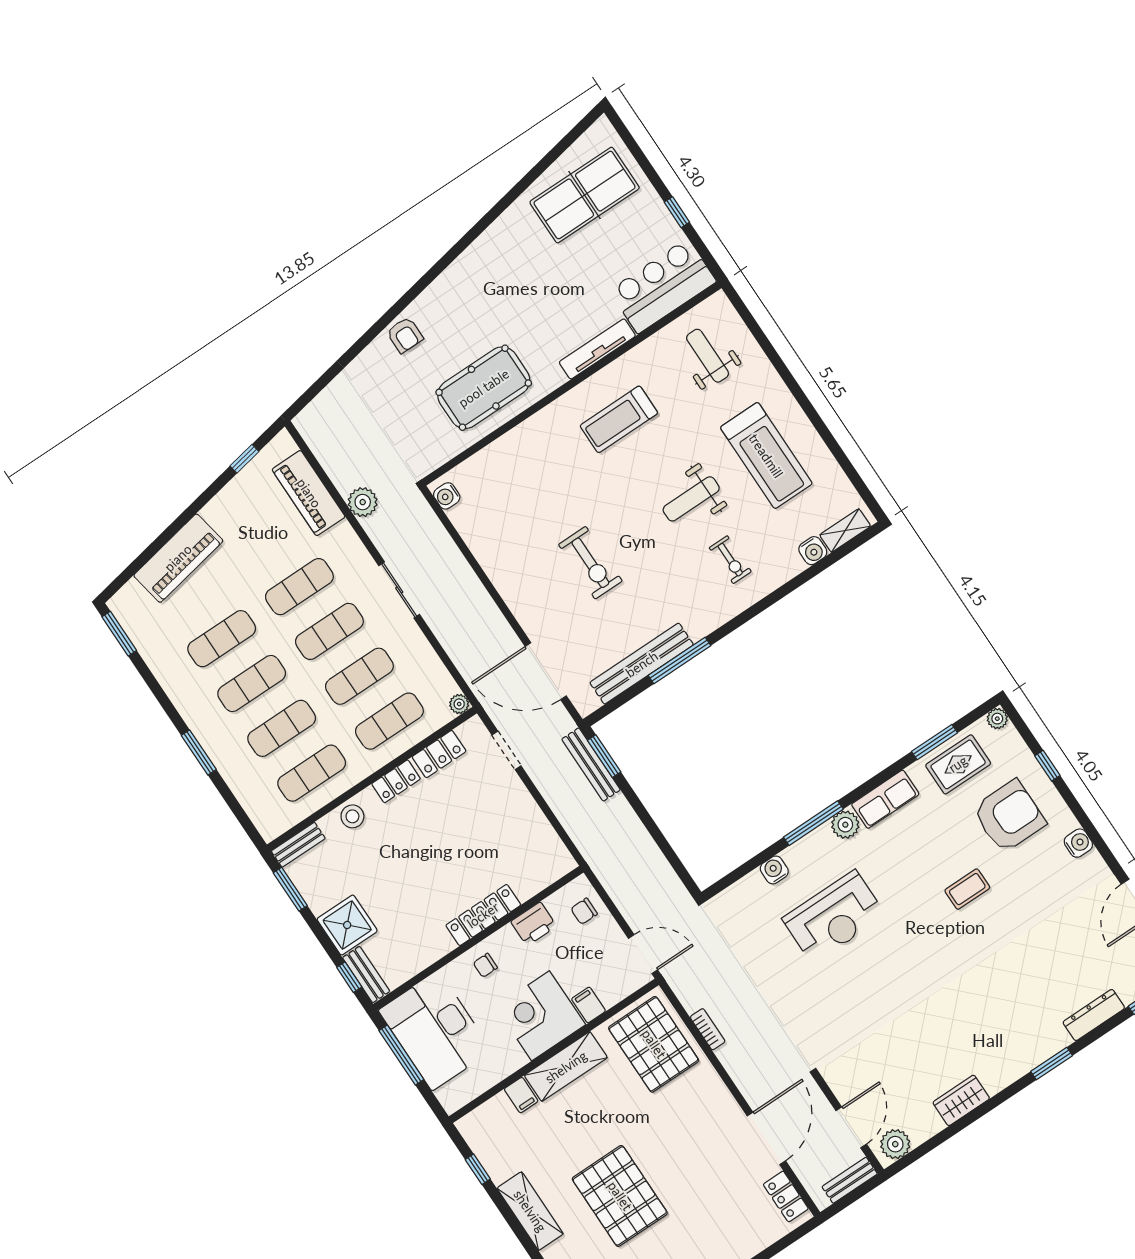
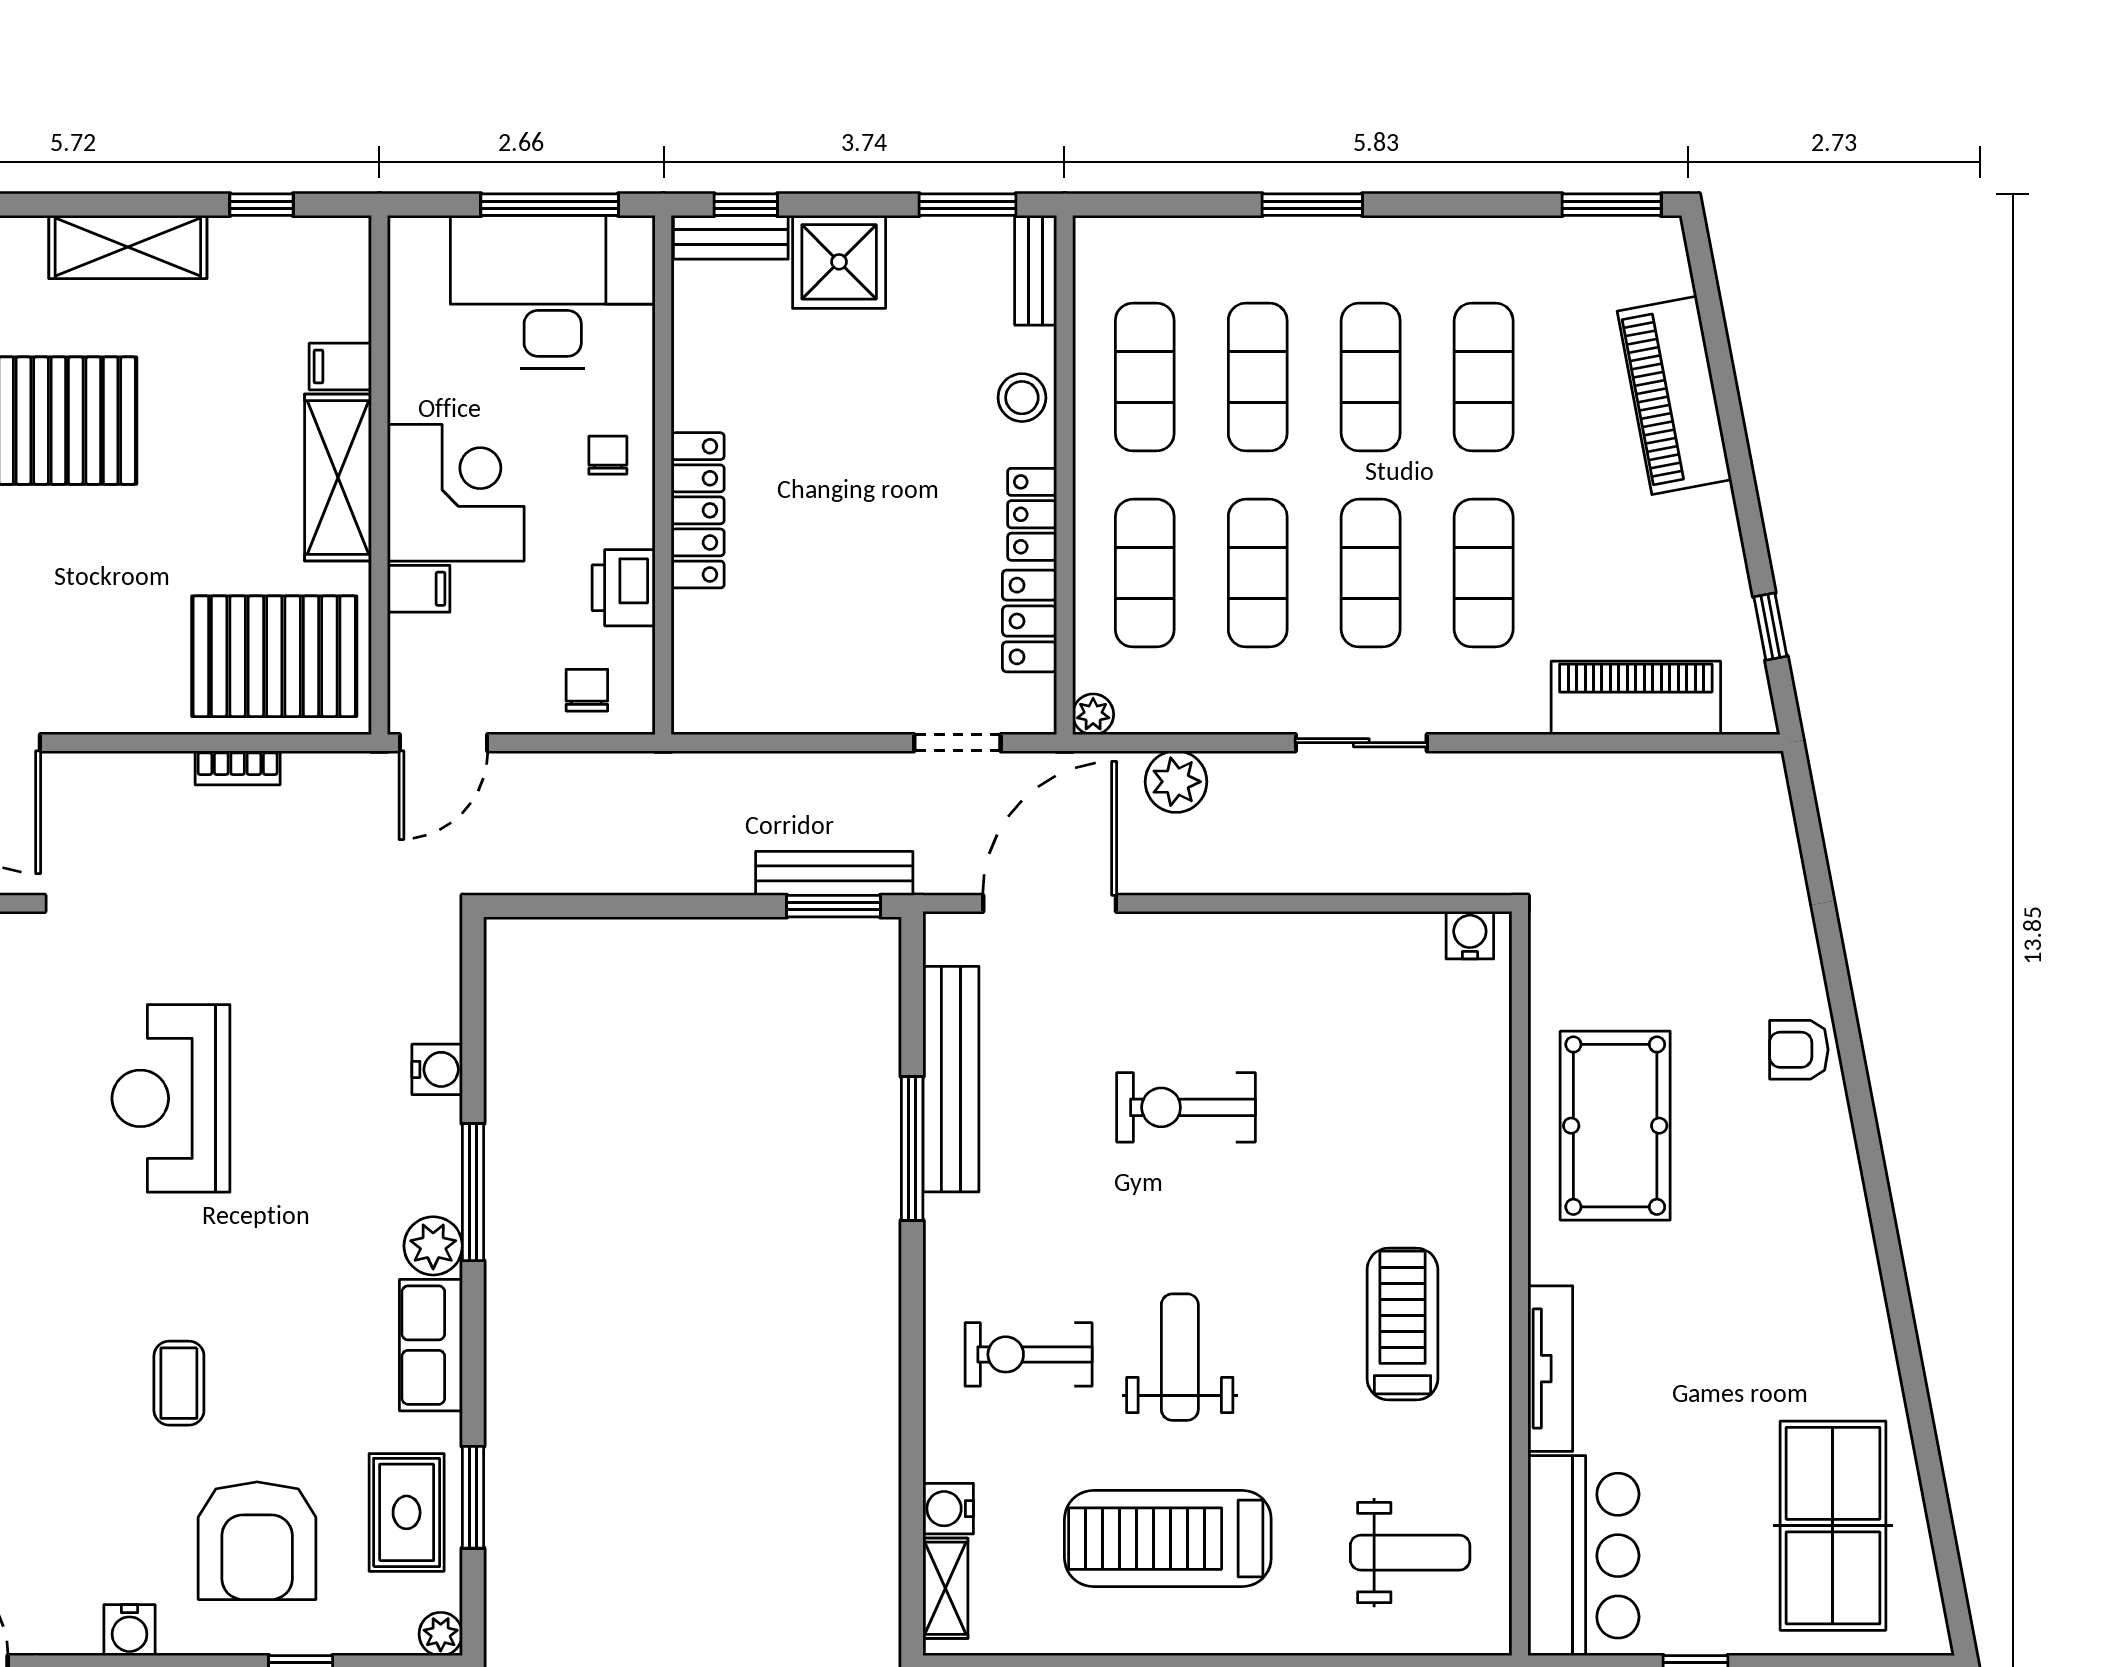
plant: (363, 502) -> (1176, 782), moved
exercise bike: (730, 560) -> (1029, 1354), width x1.38, depth x1.39
reception desk: (834, 917) -> (171, 1098), moved

